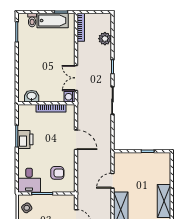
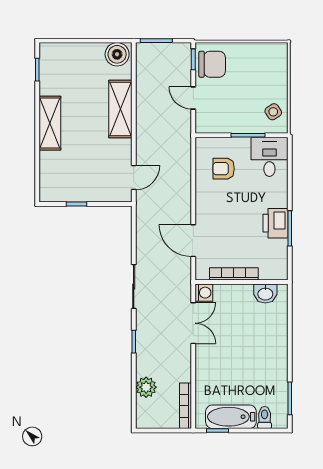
door: (76, 140) -> (193, 241), moved
door: (112, 181) -> (134, 178), moved

